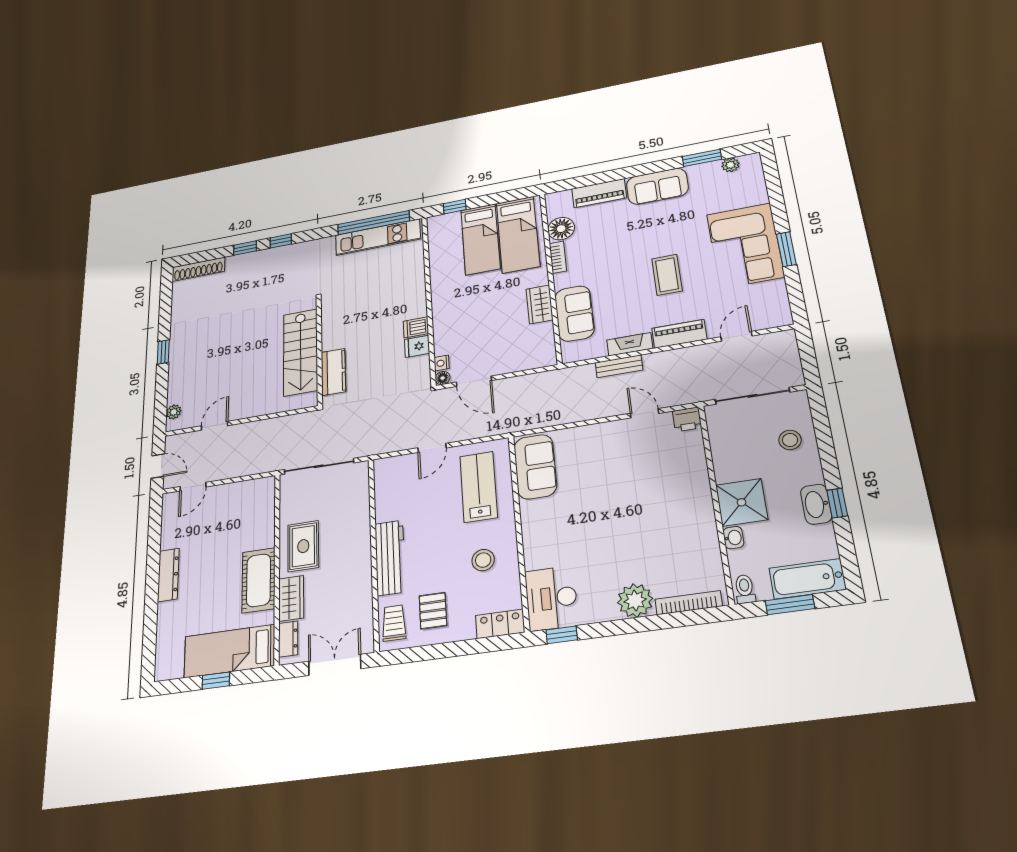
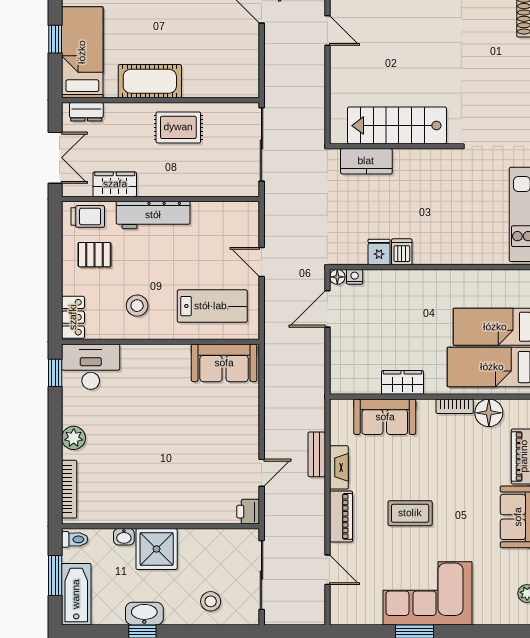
wardrobe: (291, 598) -> (115, 184), moved, turned 180
plant: (635, 600) -> (74, 438), width x0.73, depth x0.73

